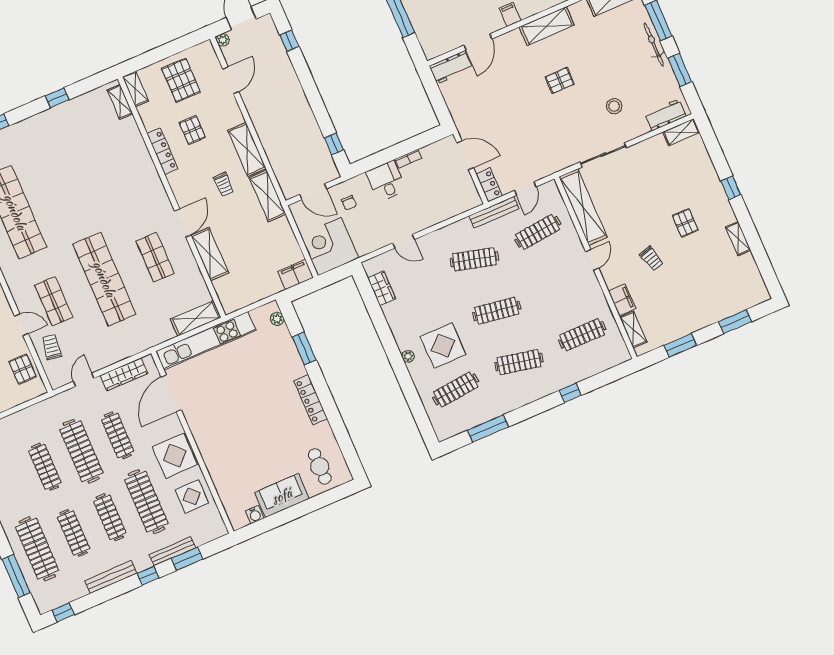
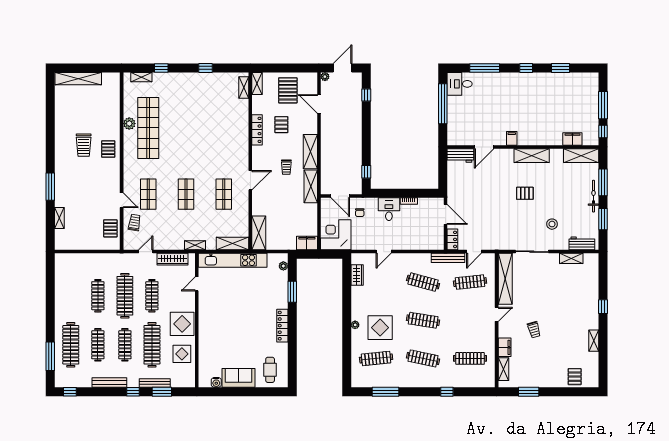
door: (231, 80) -> (319, 104), swing flipped
shelving: (681, 132) -> (571, 258), moved
pallet: (685, 223) -> (575, 377), moved
door: (404, 241) -> (384, 252), hinge flipped
shelving: (210, 254) -> (259, 233), moved
shop shelf: (104, 279) -> (186, 194), width x0.50, depth x0.74
window: (735, 322) -> (569, 392), removed
shelving: (146, 343) -> (195, 245), added
door: (171, 393) -> (197, 284), width x0.53

